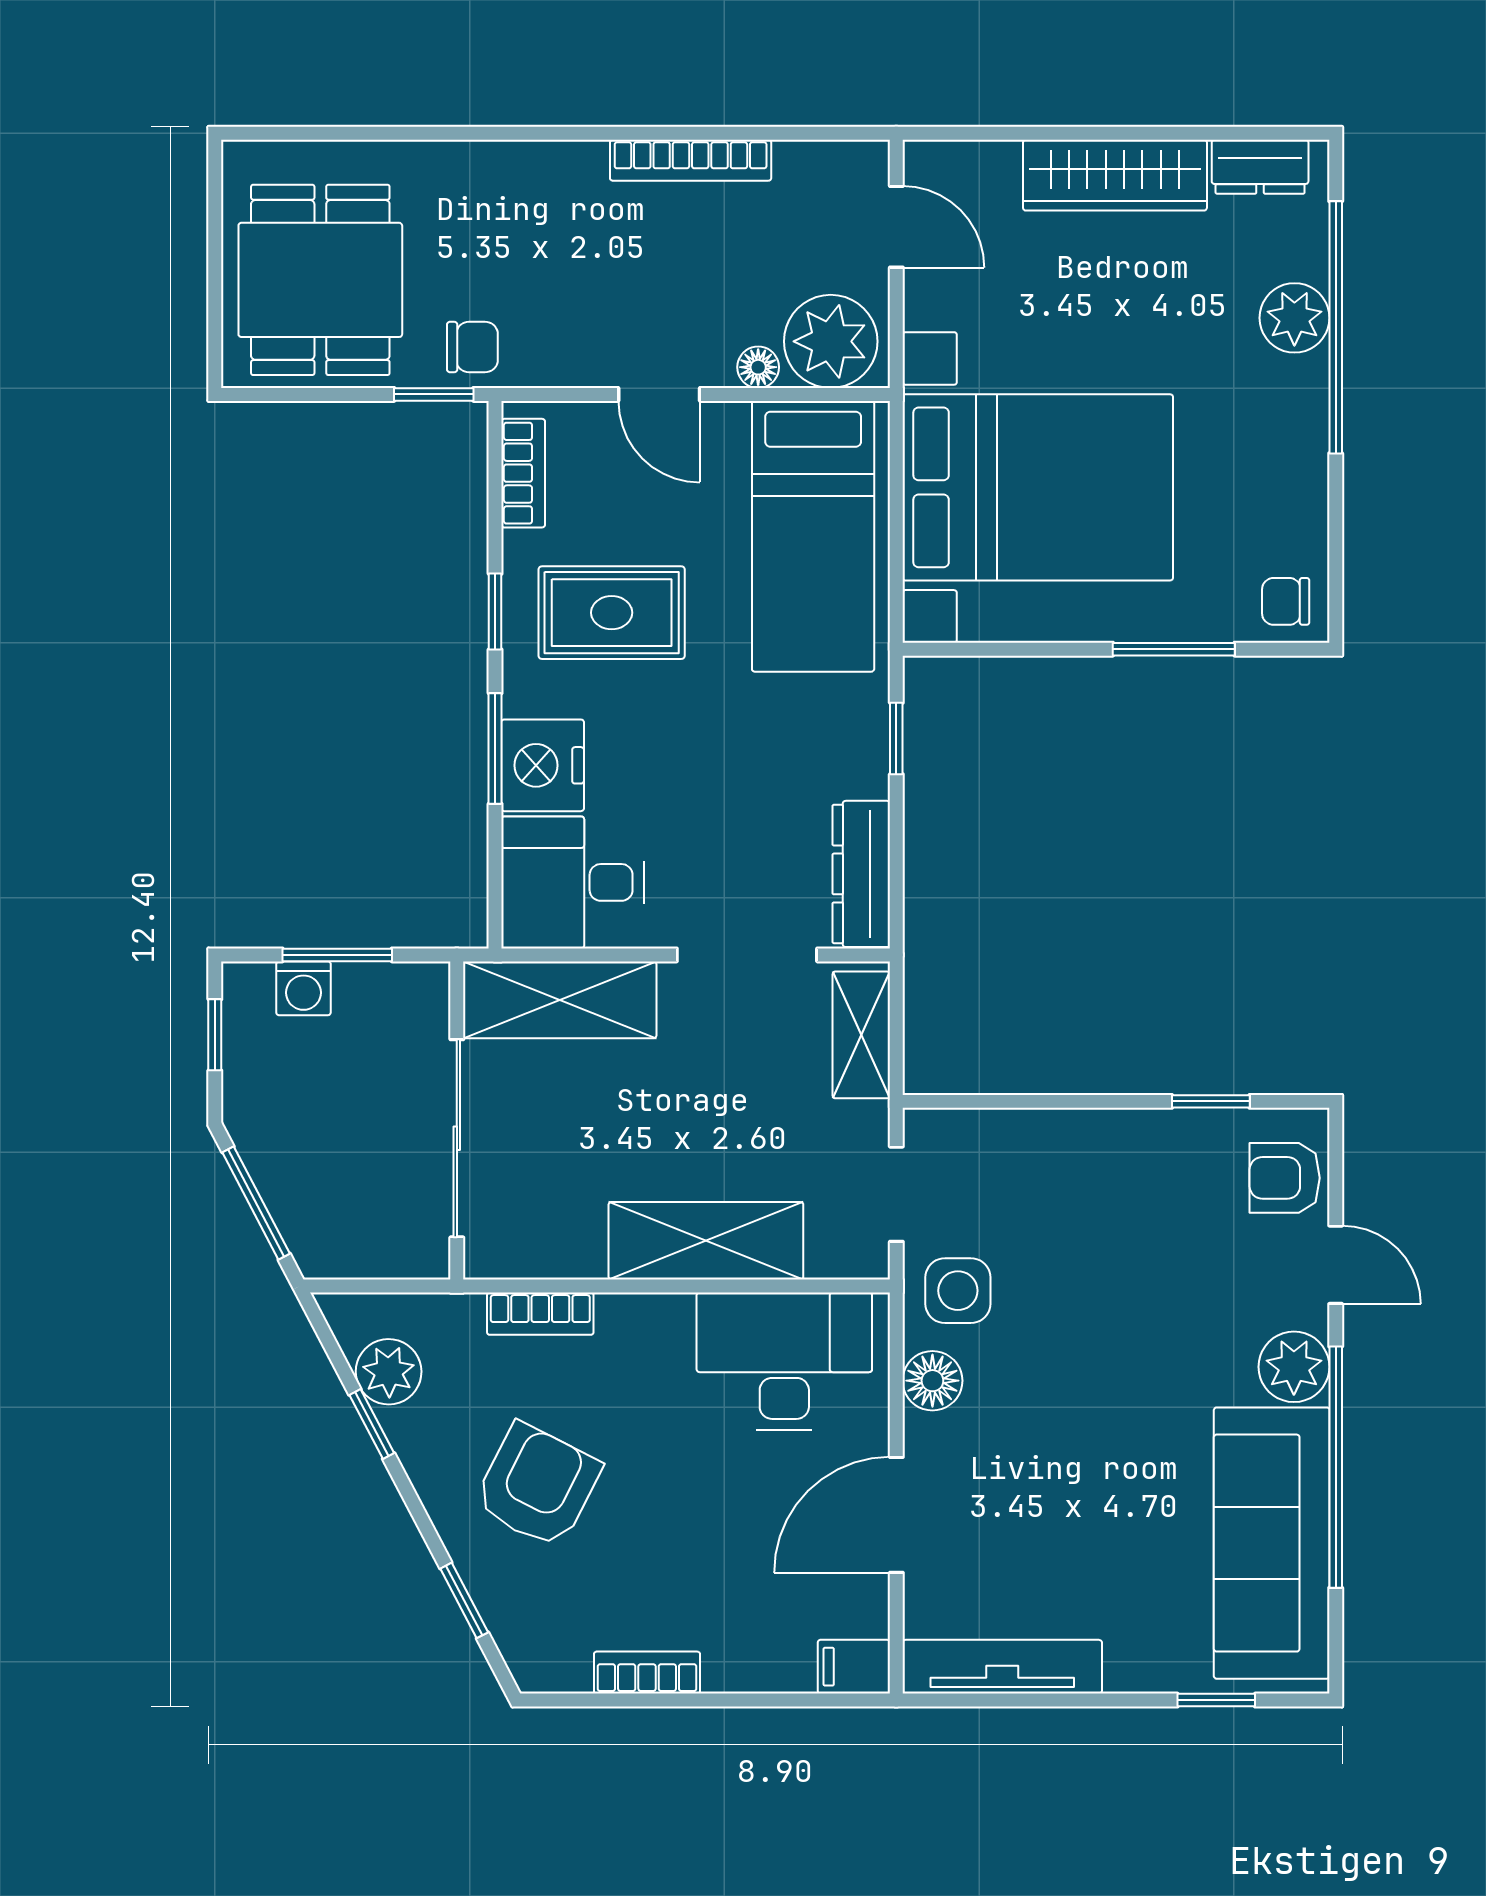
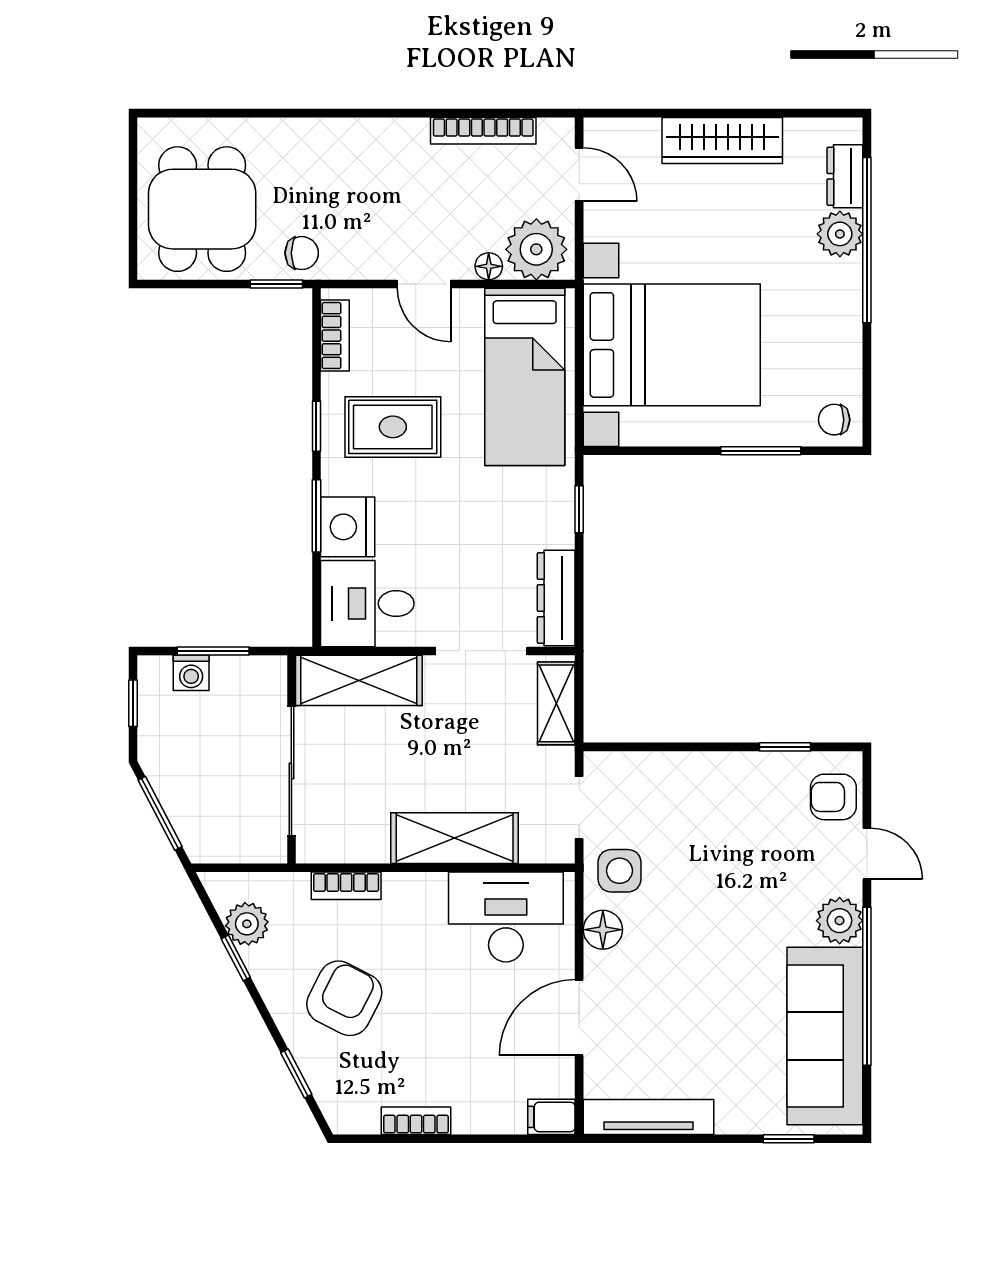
bookcase: (691, 160) -> (483, 131), moved
dresser: (1260, 167) -> (845, 176), moved, turned 90

